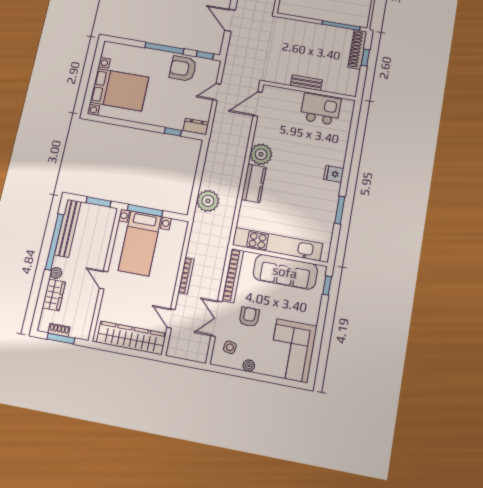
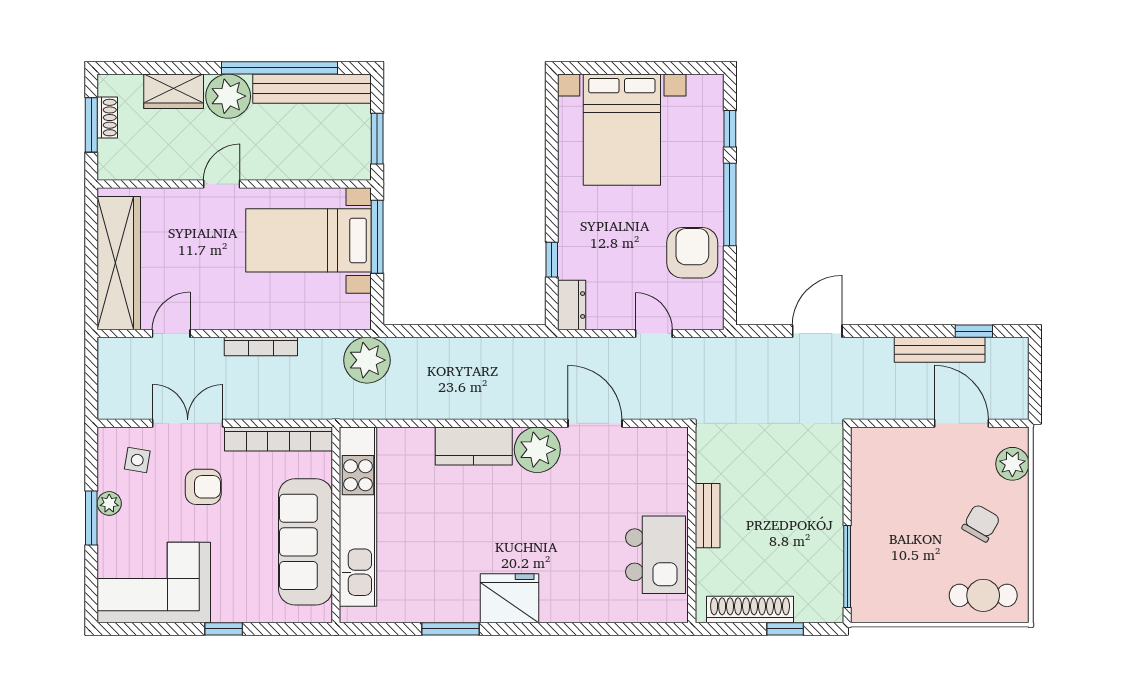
shoe rack: (357, 49) -> (750, 609), moved
window: (205, 55) -> (730, 129), moved
door: (258, 104) -> (595, 423), moved
fridge: (334, 174) -> (509, 598), width x1.88, depth x1.34
plant: (208, 201) -> (367, 360), moved
plant: (56, 273) -> (228, 96), width x1.87, depth x1.87
window: (327, 285) -> (224, 629), moved
window: (254, 376) -> (91, 518), added

